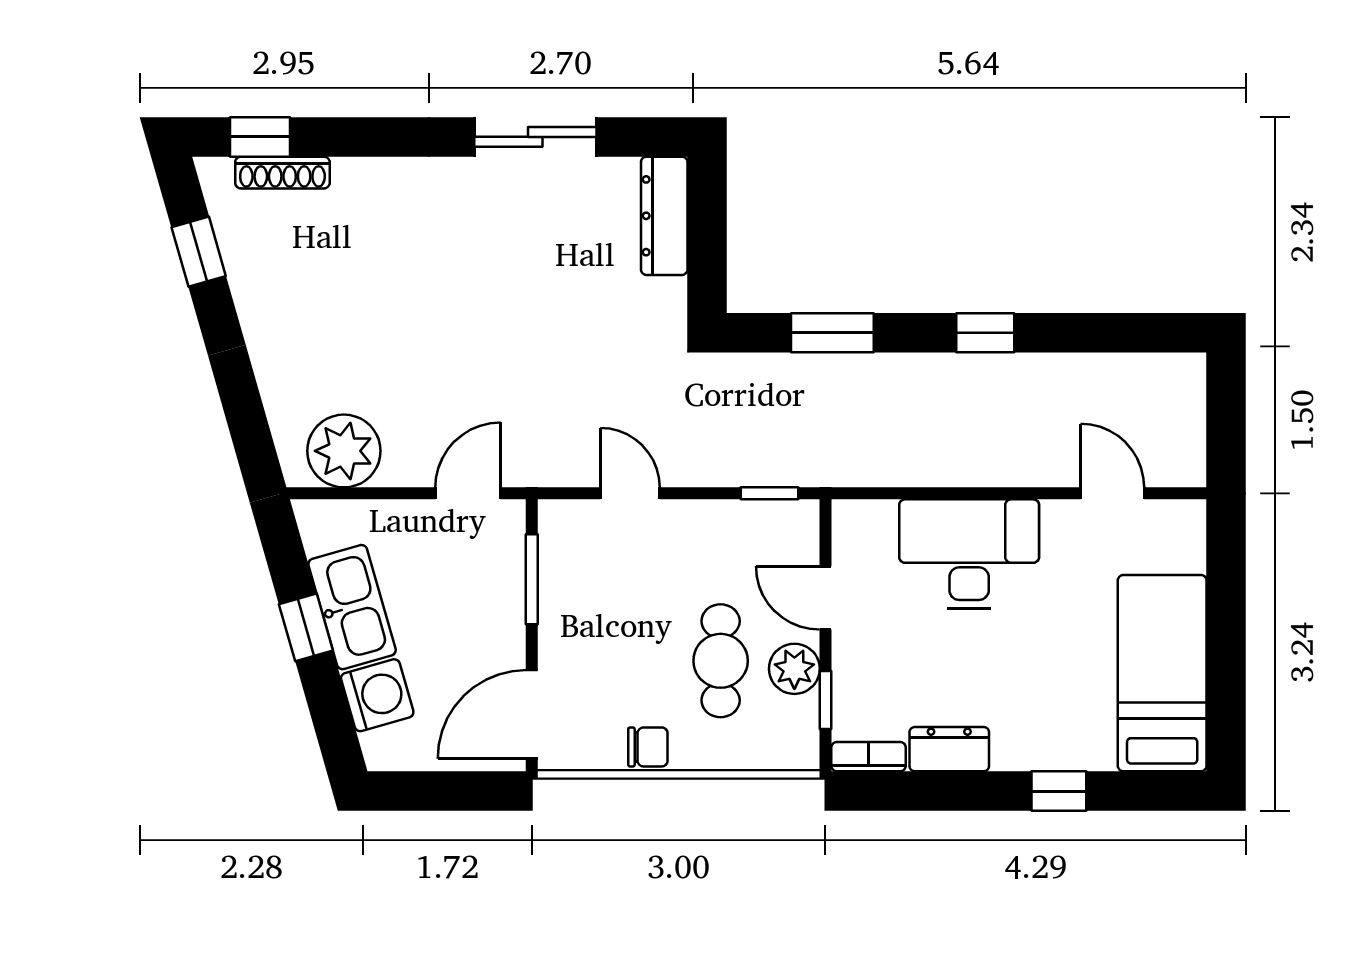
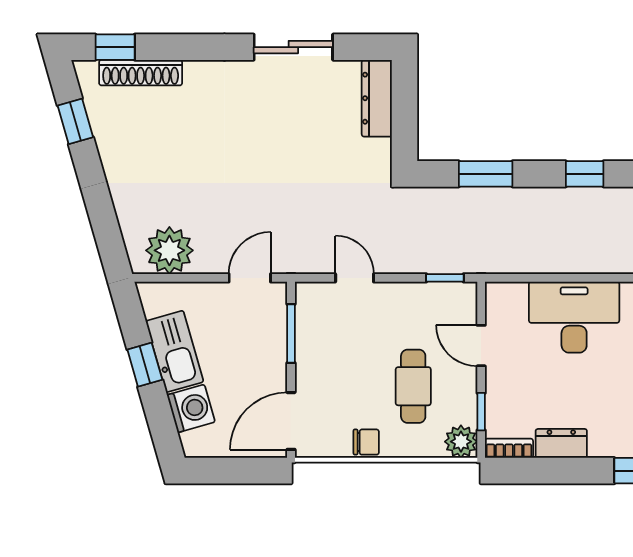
shoe rack: (282, 173) -> (141, 73), width x1.36, depth x1.24
plant: (794, 669) -> (461, 442), moved

